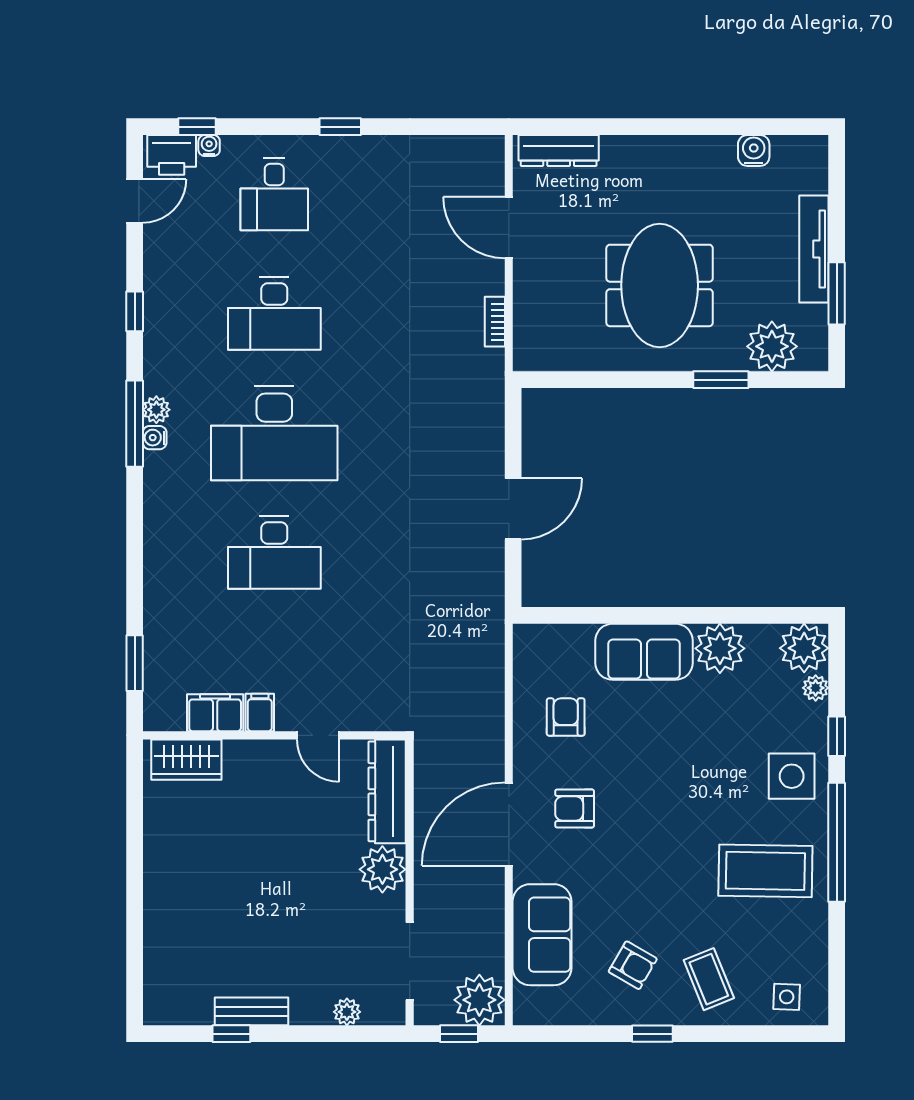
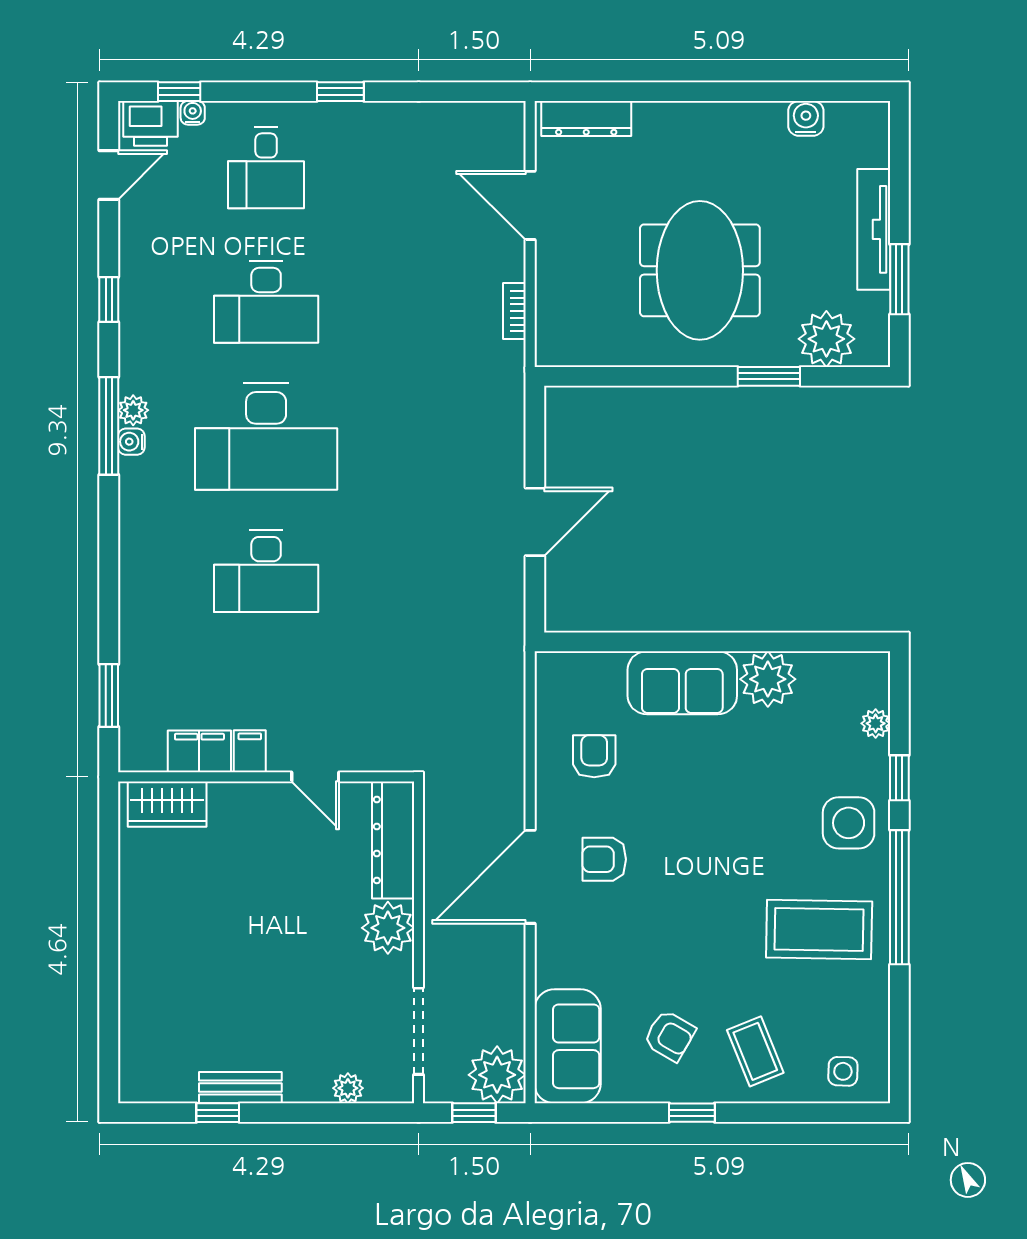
plant: (804, 648) -> (863, 679), removed
sofa: (542, 935) -> (568, 1046), moved

